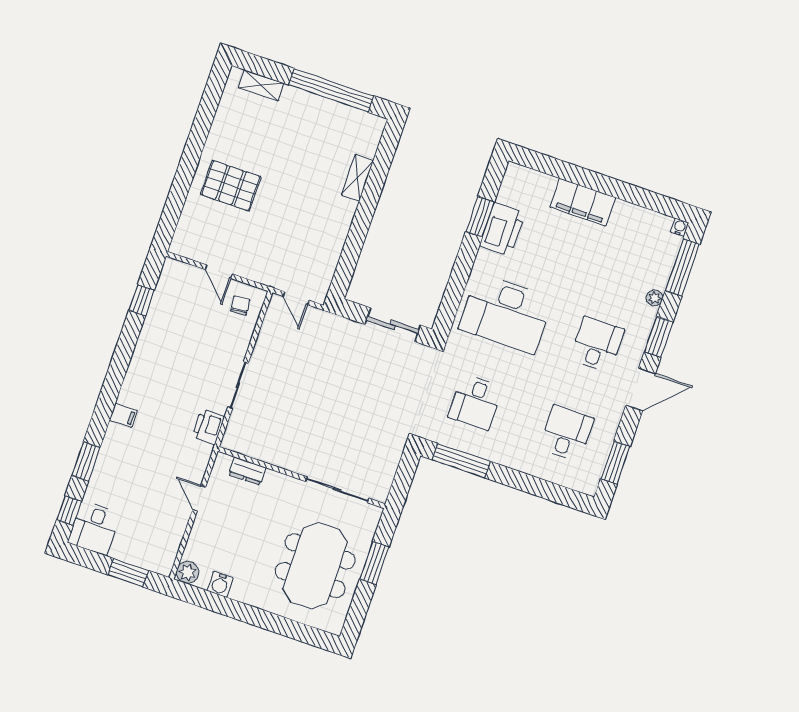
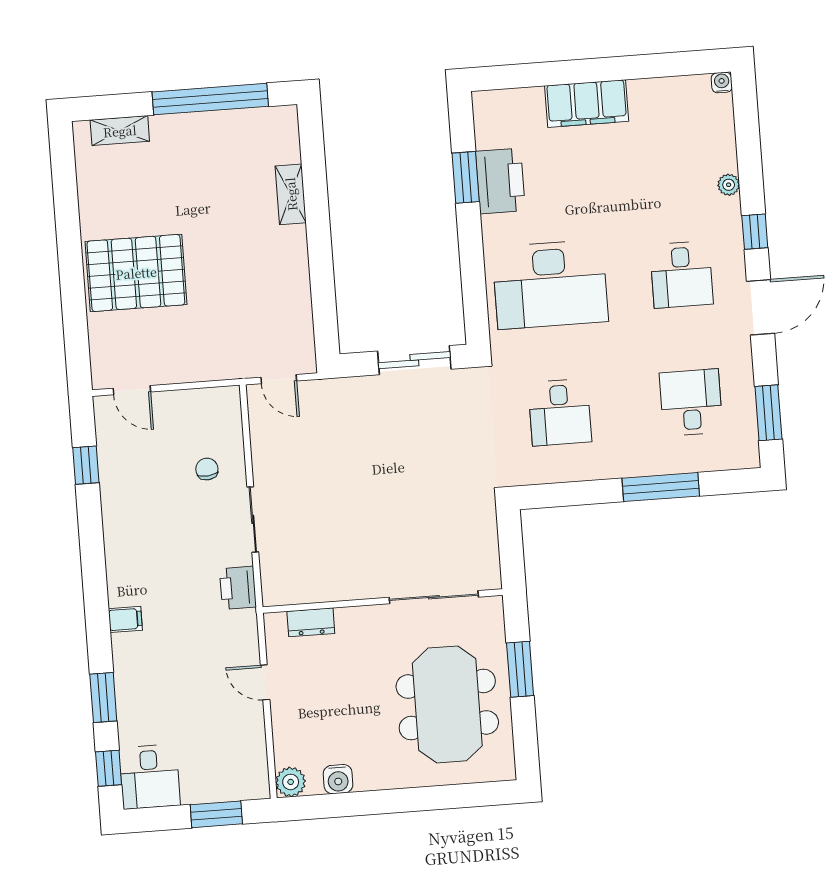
pallet: (231, 186) -> (136, 273), width x1.37, depth x1.41
window: (683, 268) -> (747, 132), removed
door: (219, 272) -> (132, 390), moved
chair: (240, 305) -> (207, 469), moved
window: (659, 337) -> (755, 232), width x0.67
desk: (597, 345) -> (681, 275), turned 180
window: (461, 461) -> (661, 487), moved

